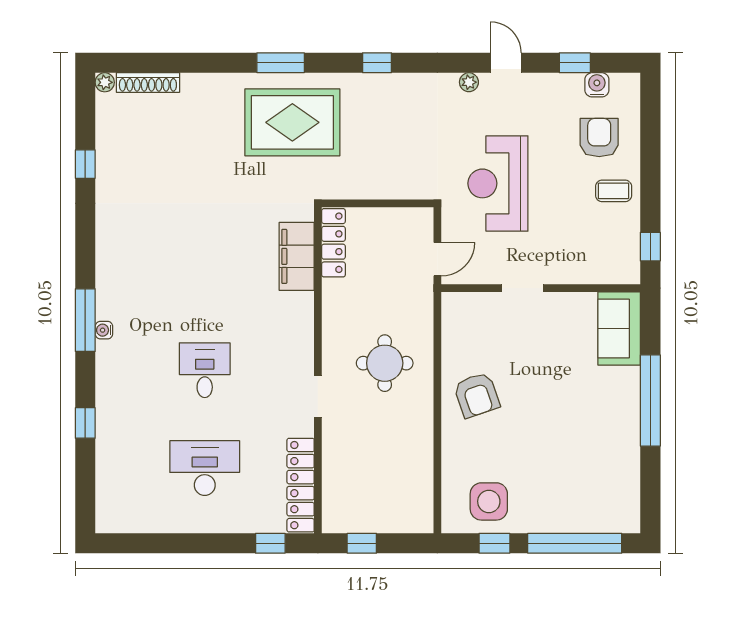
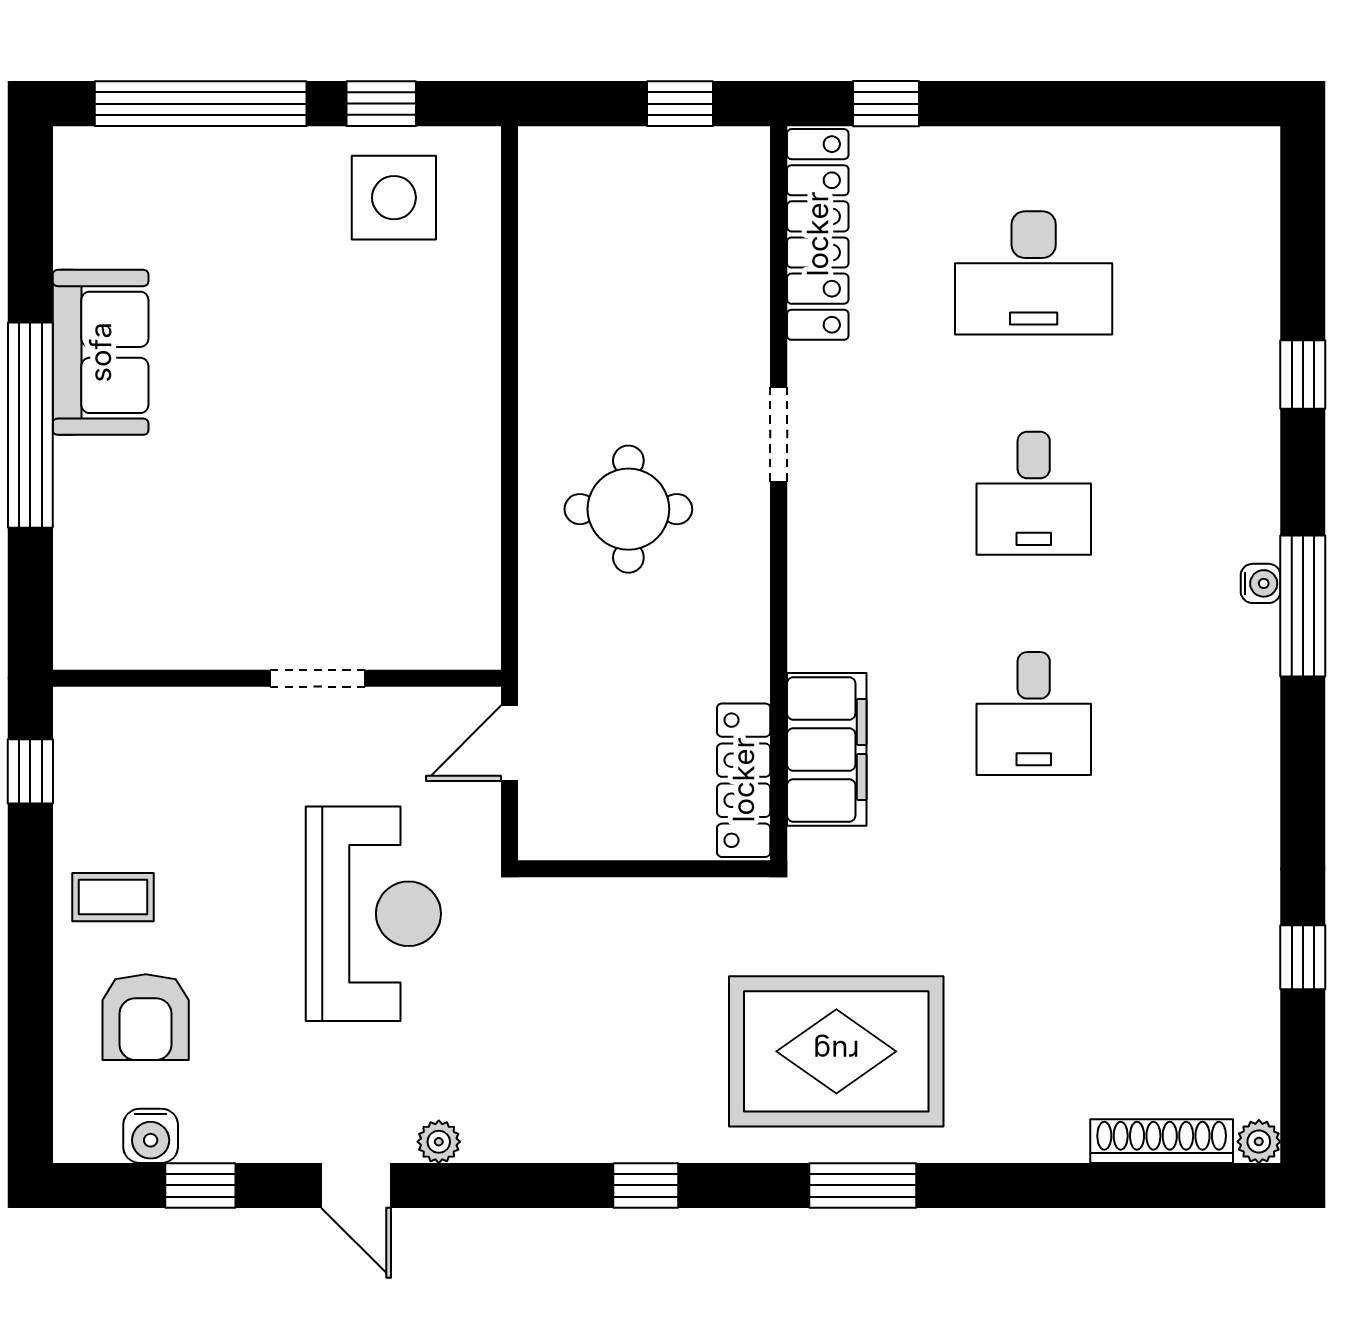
desk: (205, 272) -> (1034, 714), added
sofa: (619, 328) -> (101, 352), moved
armchair: (477, 395) -> (421, 437), removed

